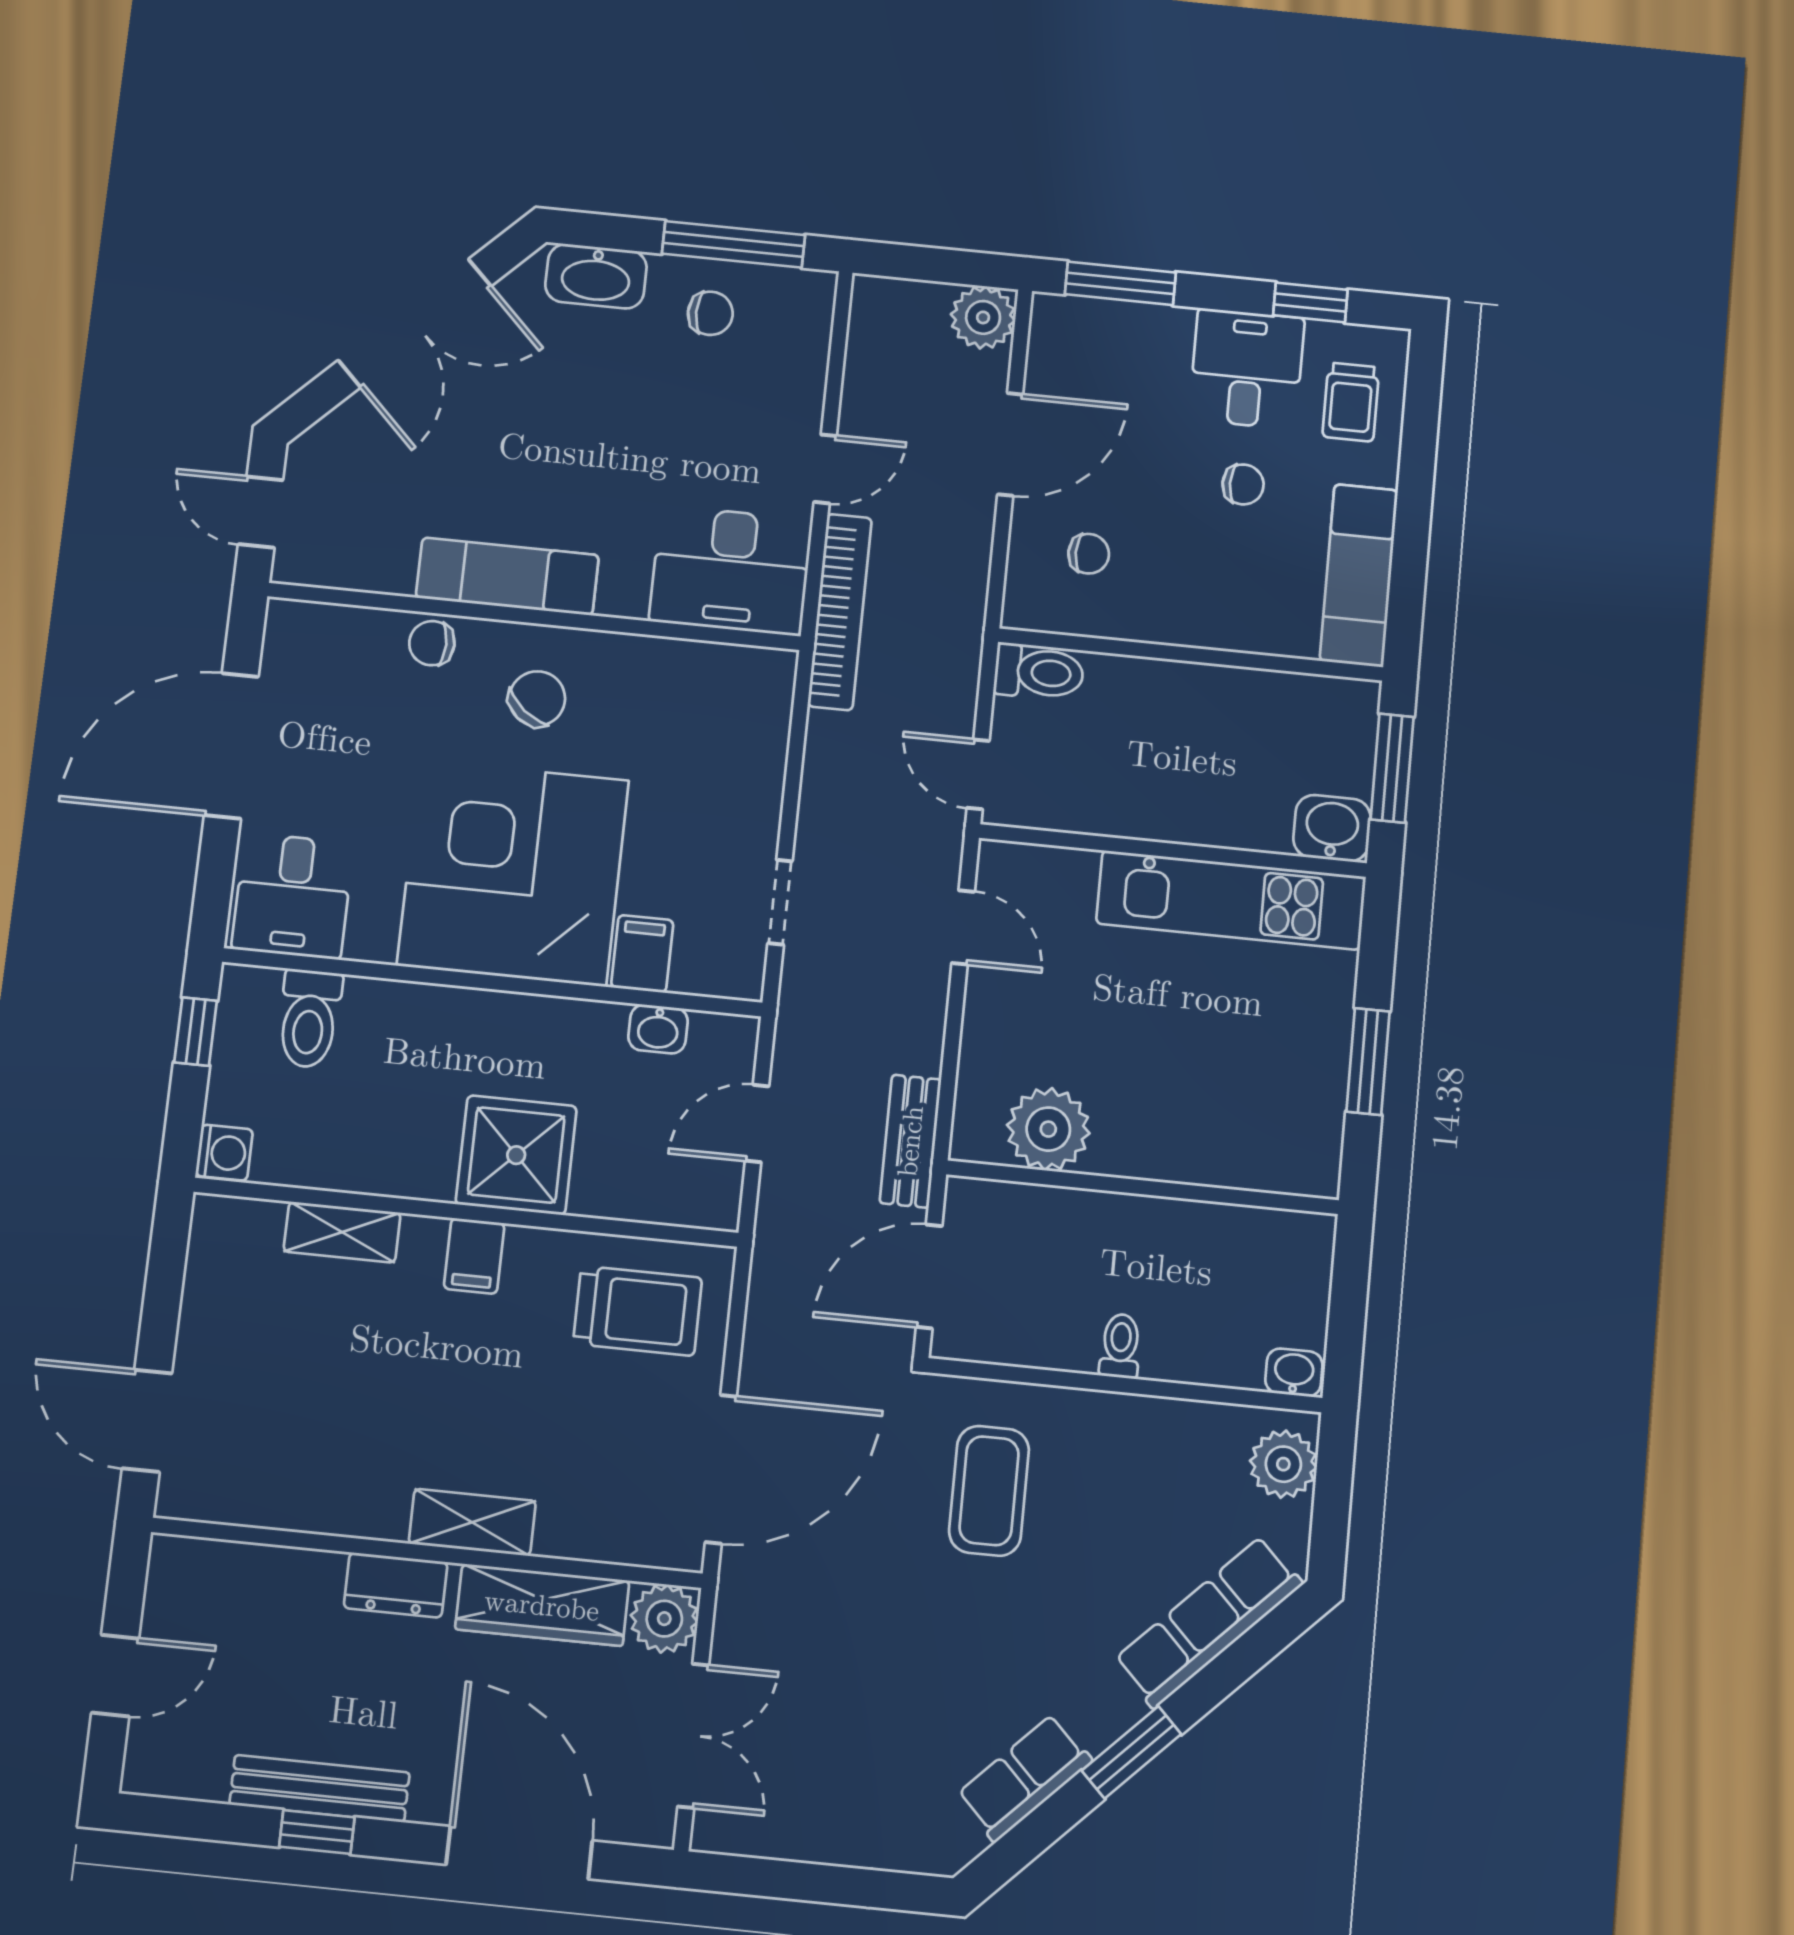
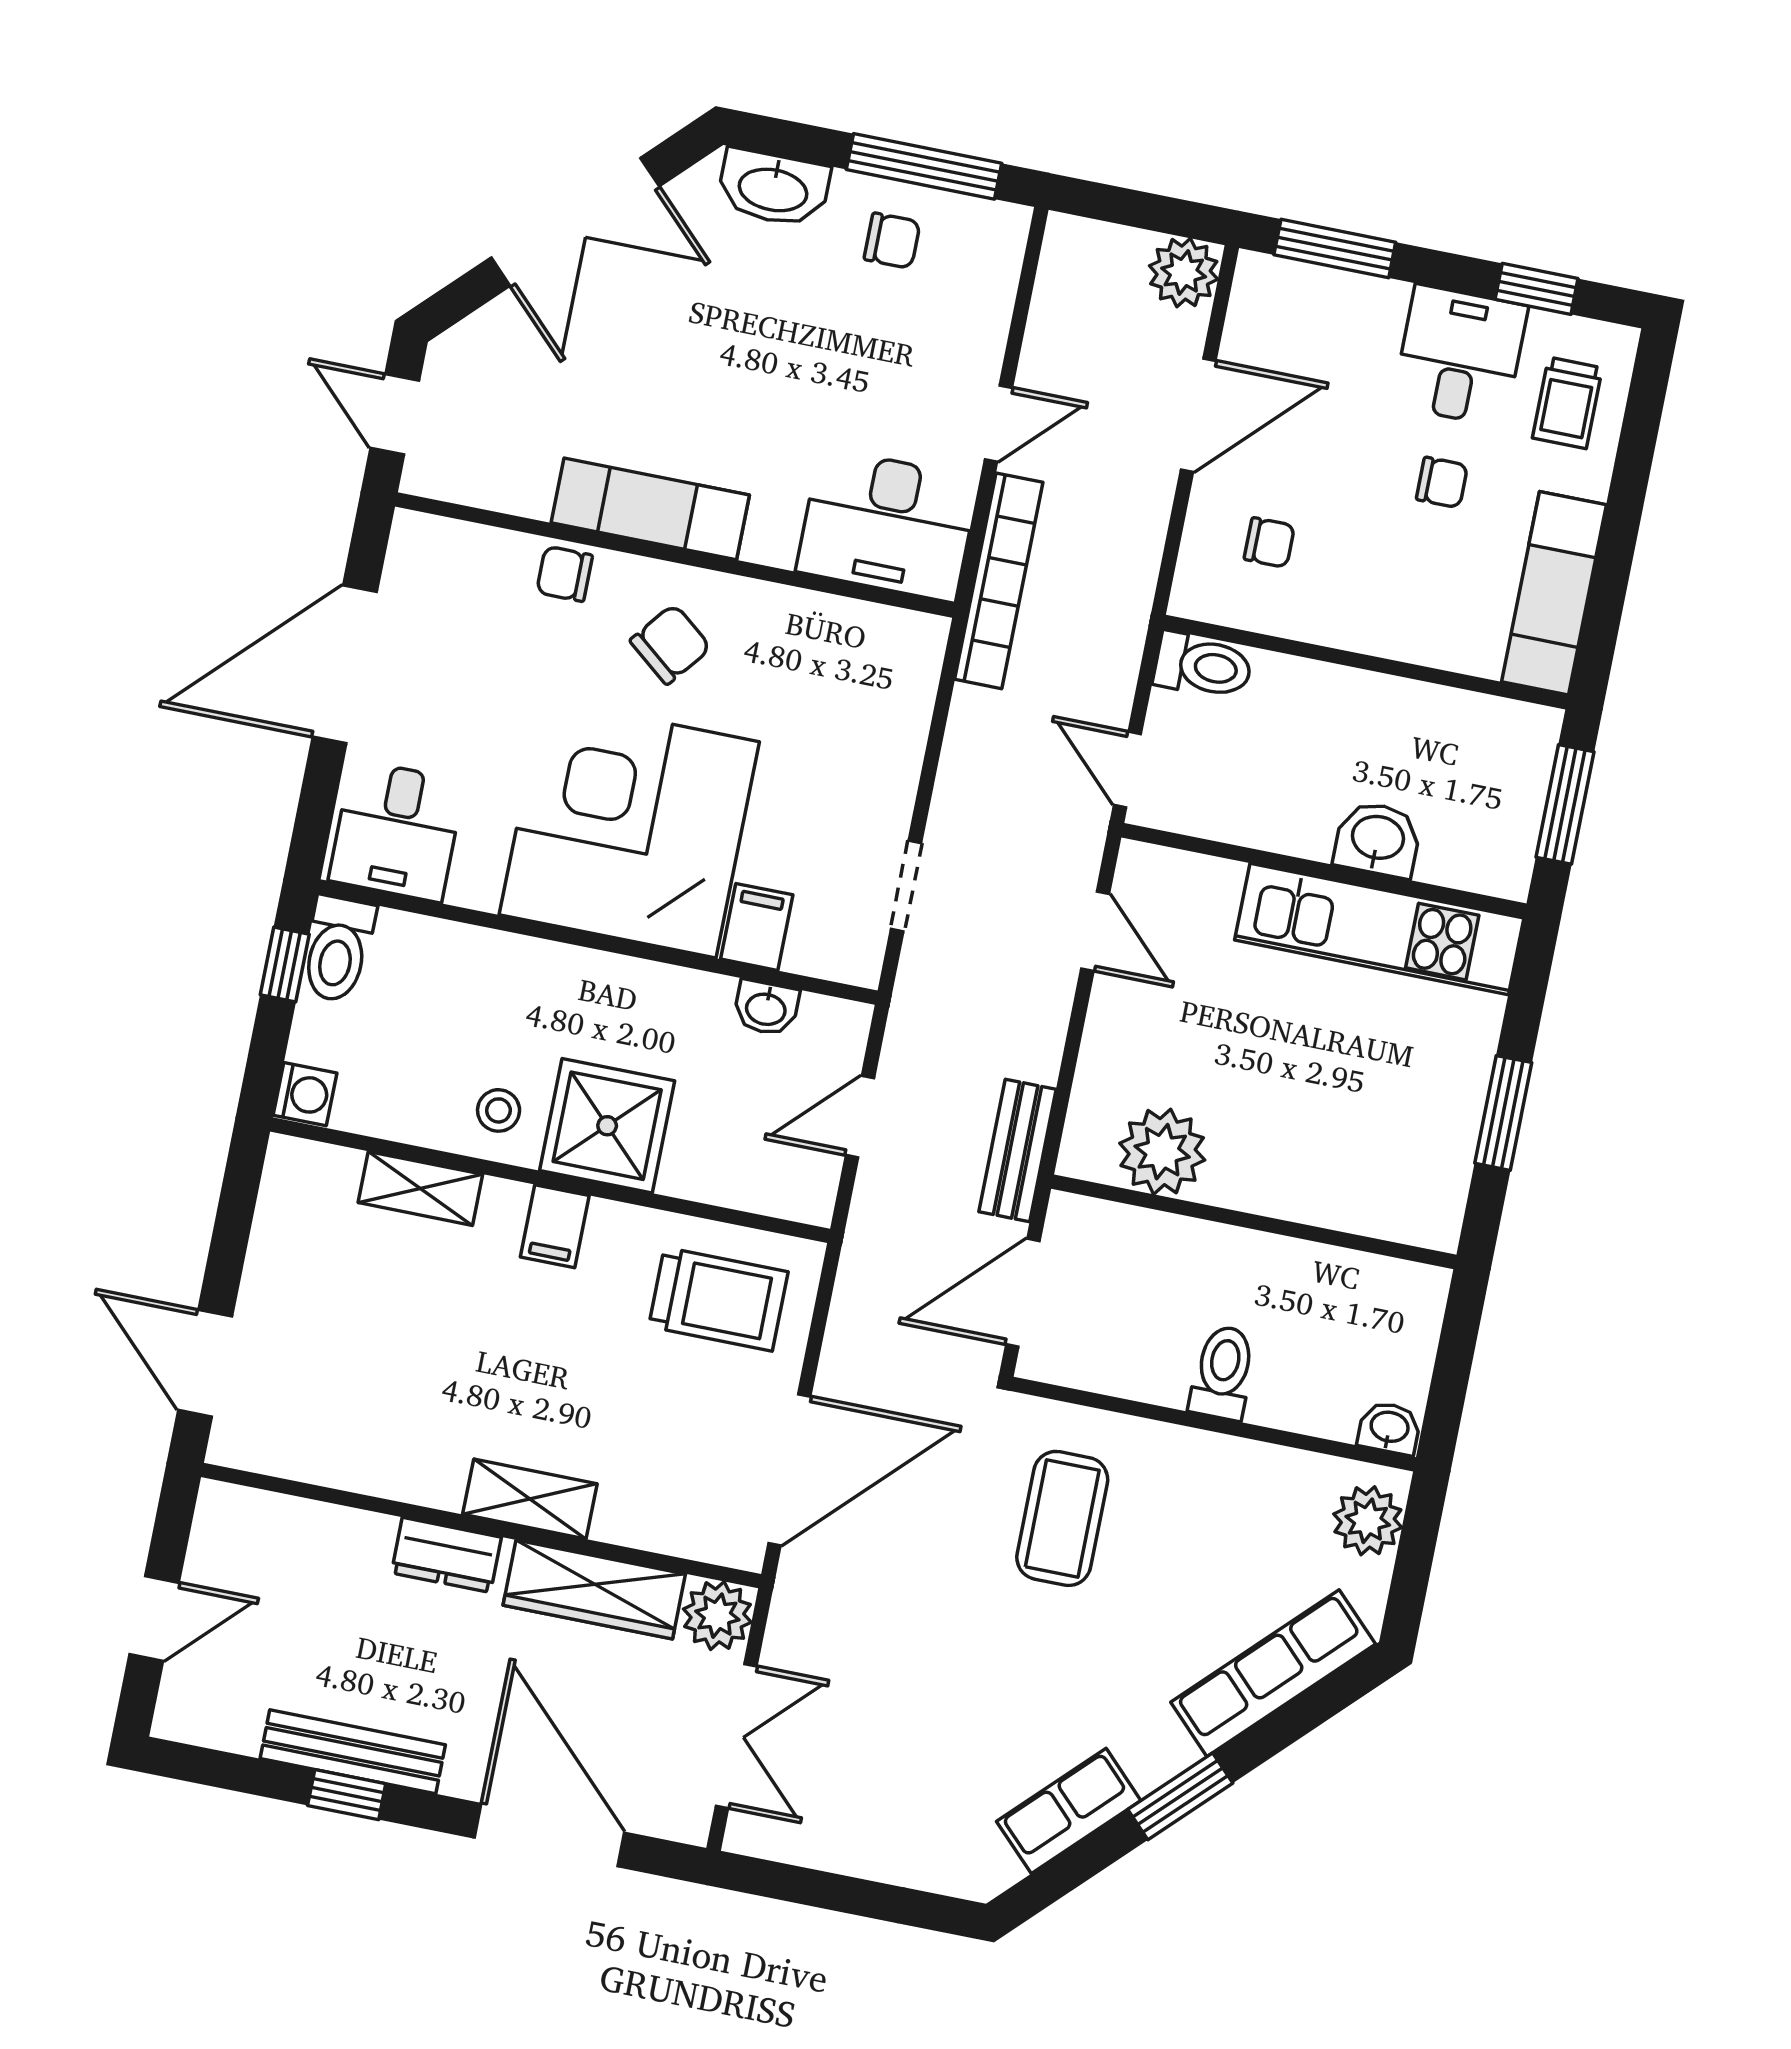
washbasin: (1332, 828) -> (1378, 839), moved
toilet: (309, 1019) -> (338, 949), moved
stool: (411, 1151) -> (499, 1110), added
toilet: (1120, 1346) -> (1223, 1373), width x1.37, depth x1.39

